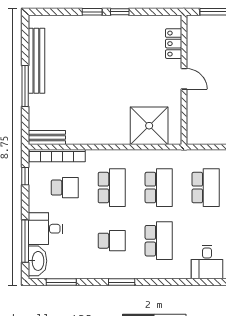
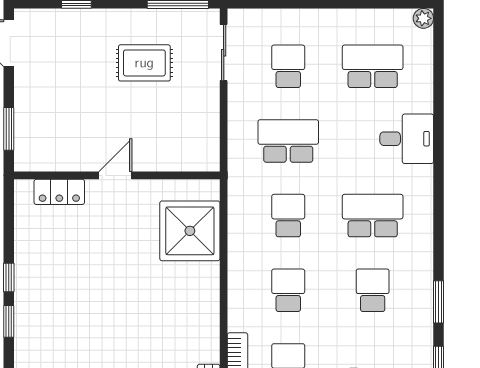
school desk: (112, 188) -> (288, 290), width x0.54
school desk: (159, 188) -> (288, 216), width x0.54
window: (122, 282) -> (438, 302), moved

